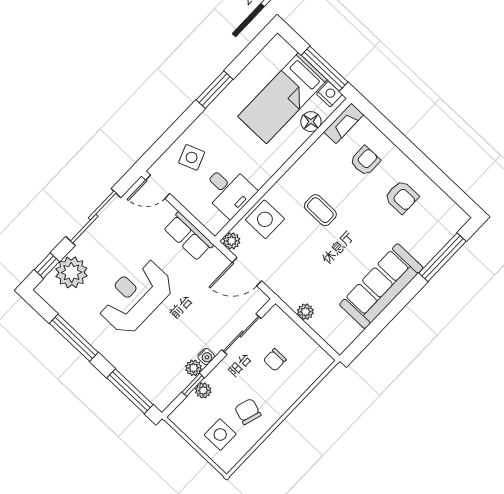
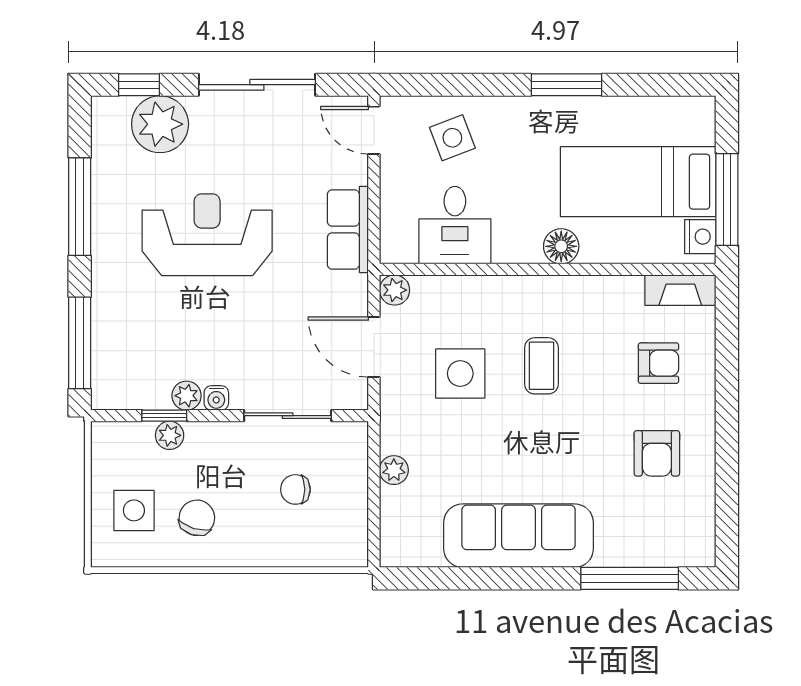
floor lamp: (311, 122) -> (561, 246), moved
side table: (265, 219) -> (460, 374), moved

